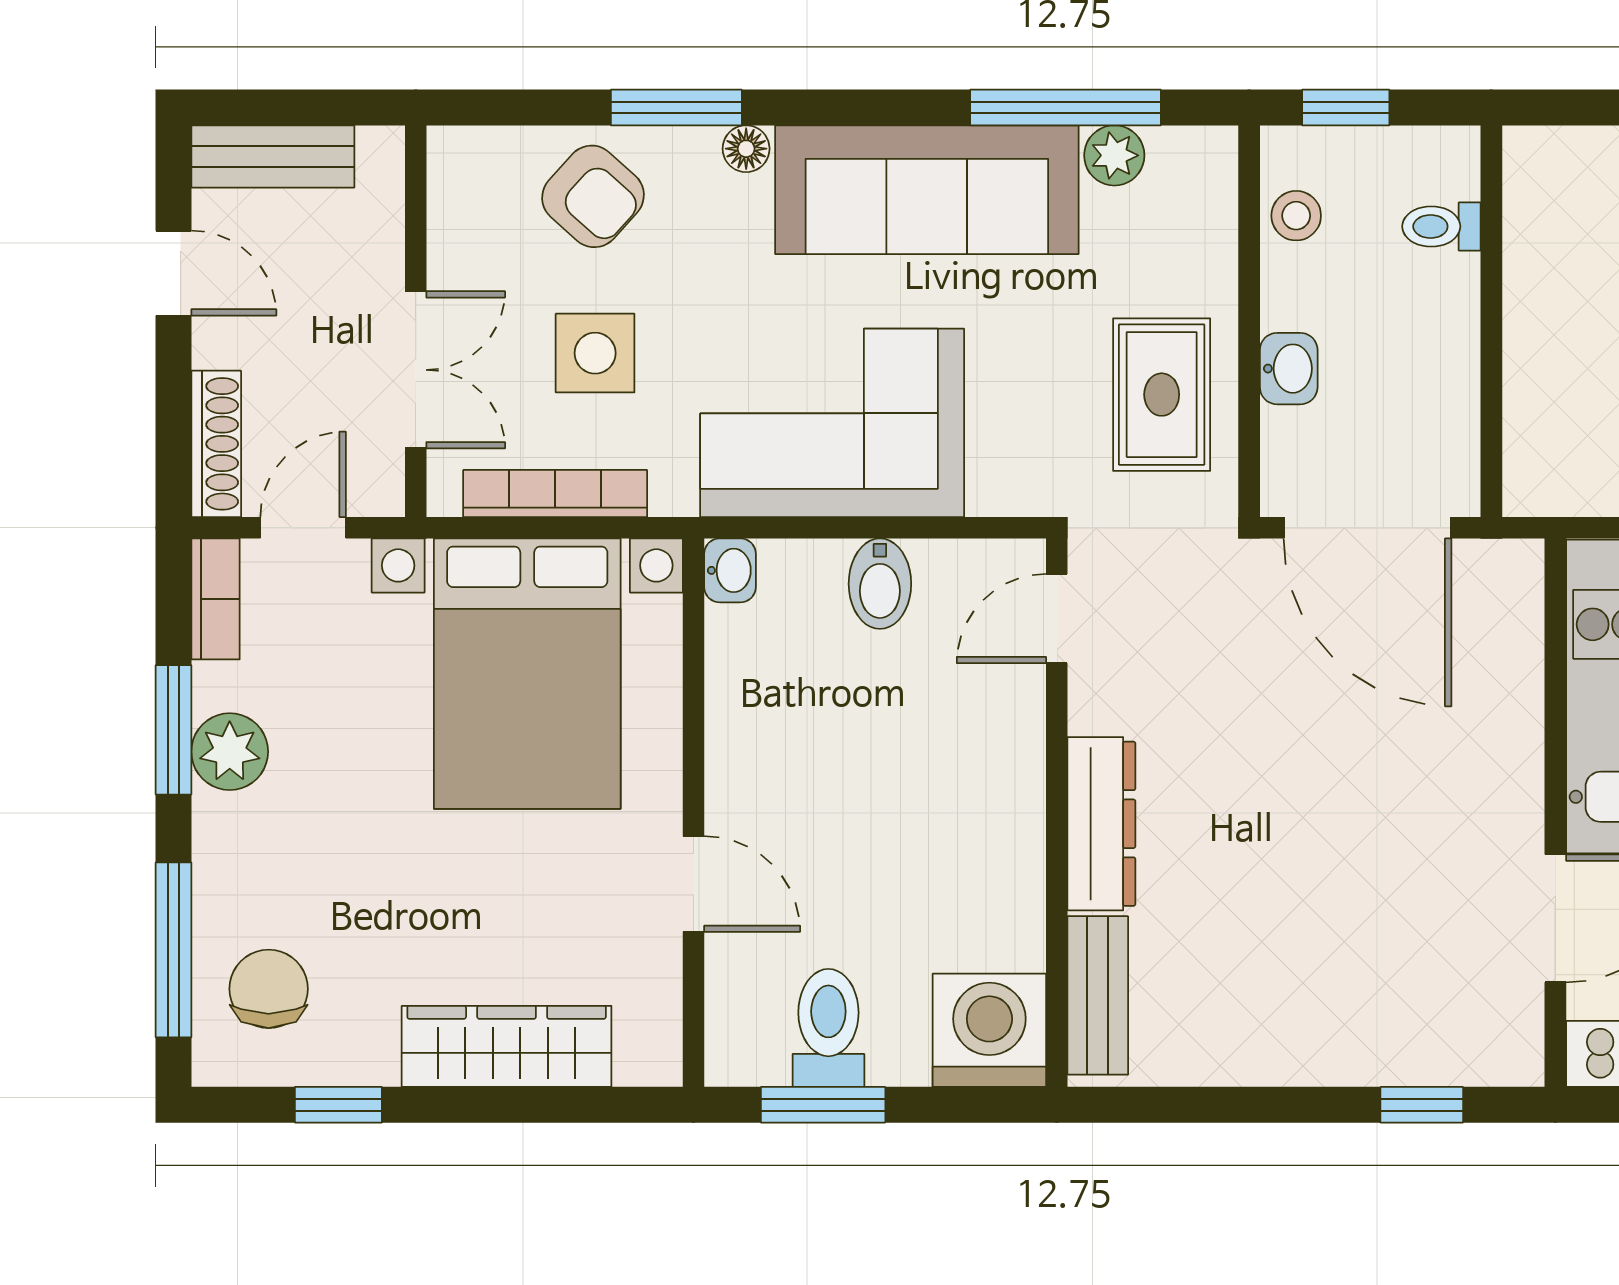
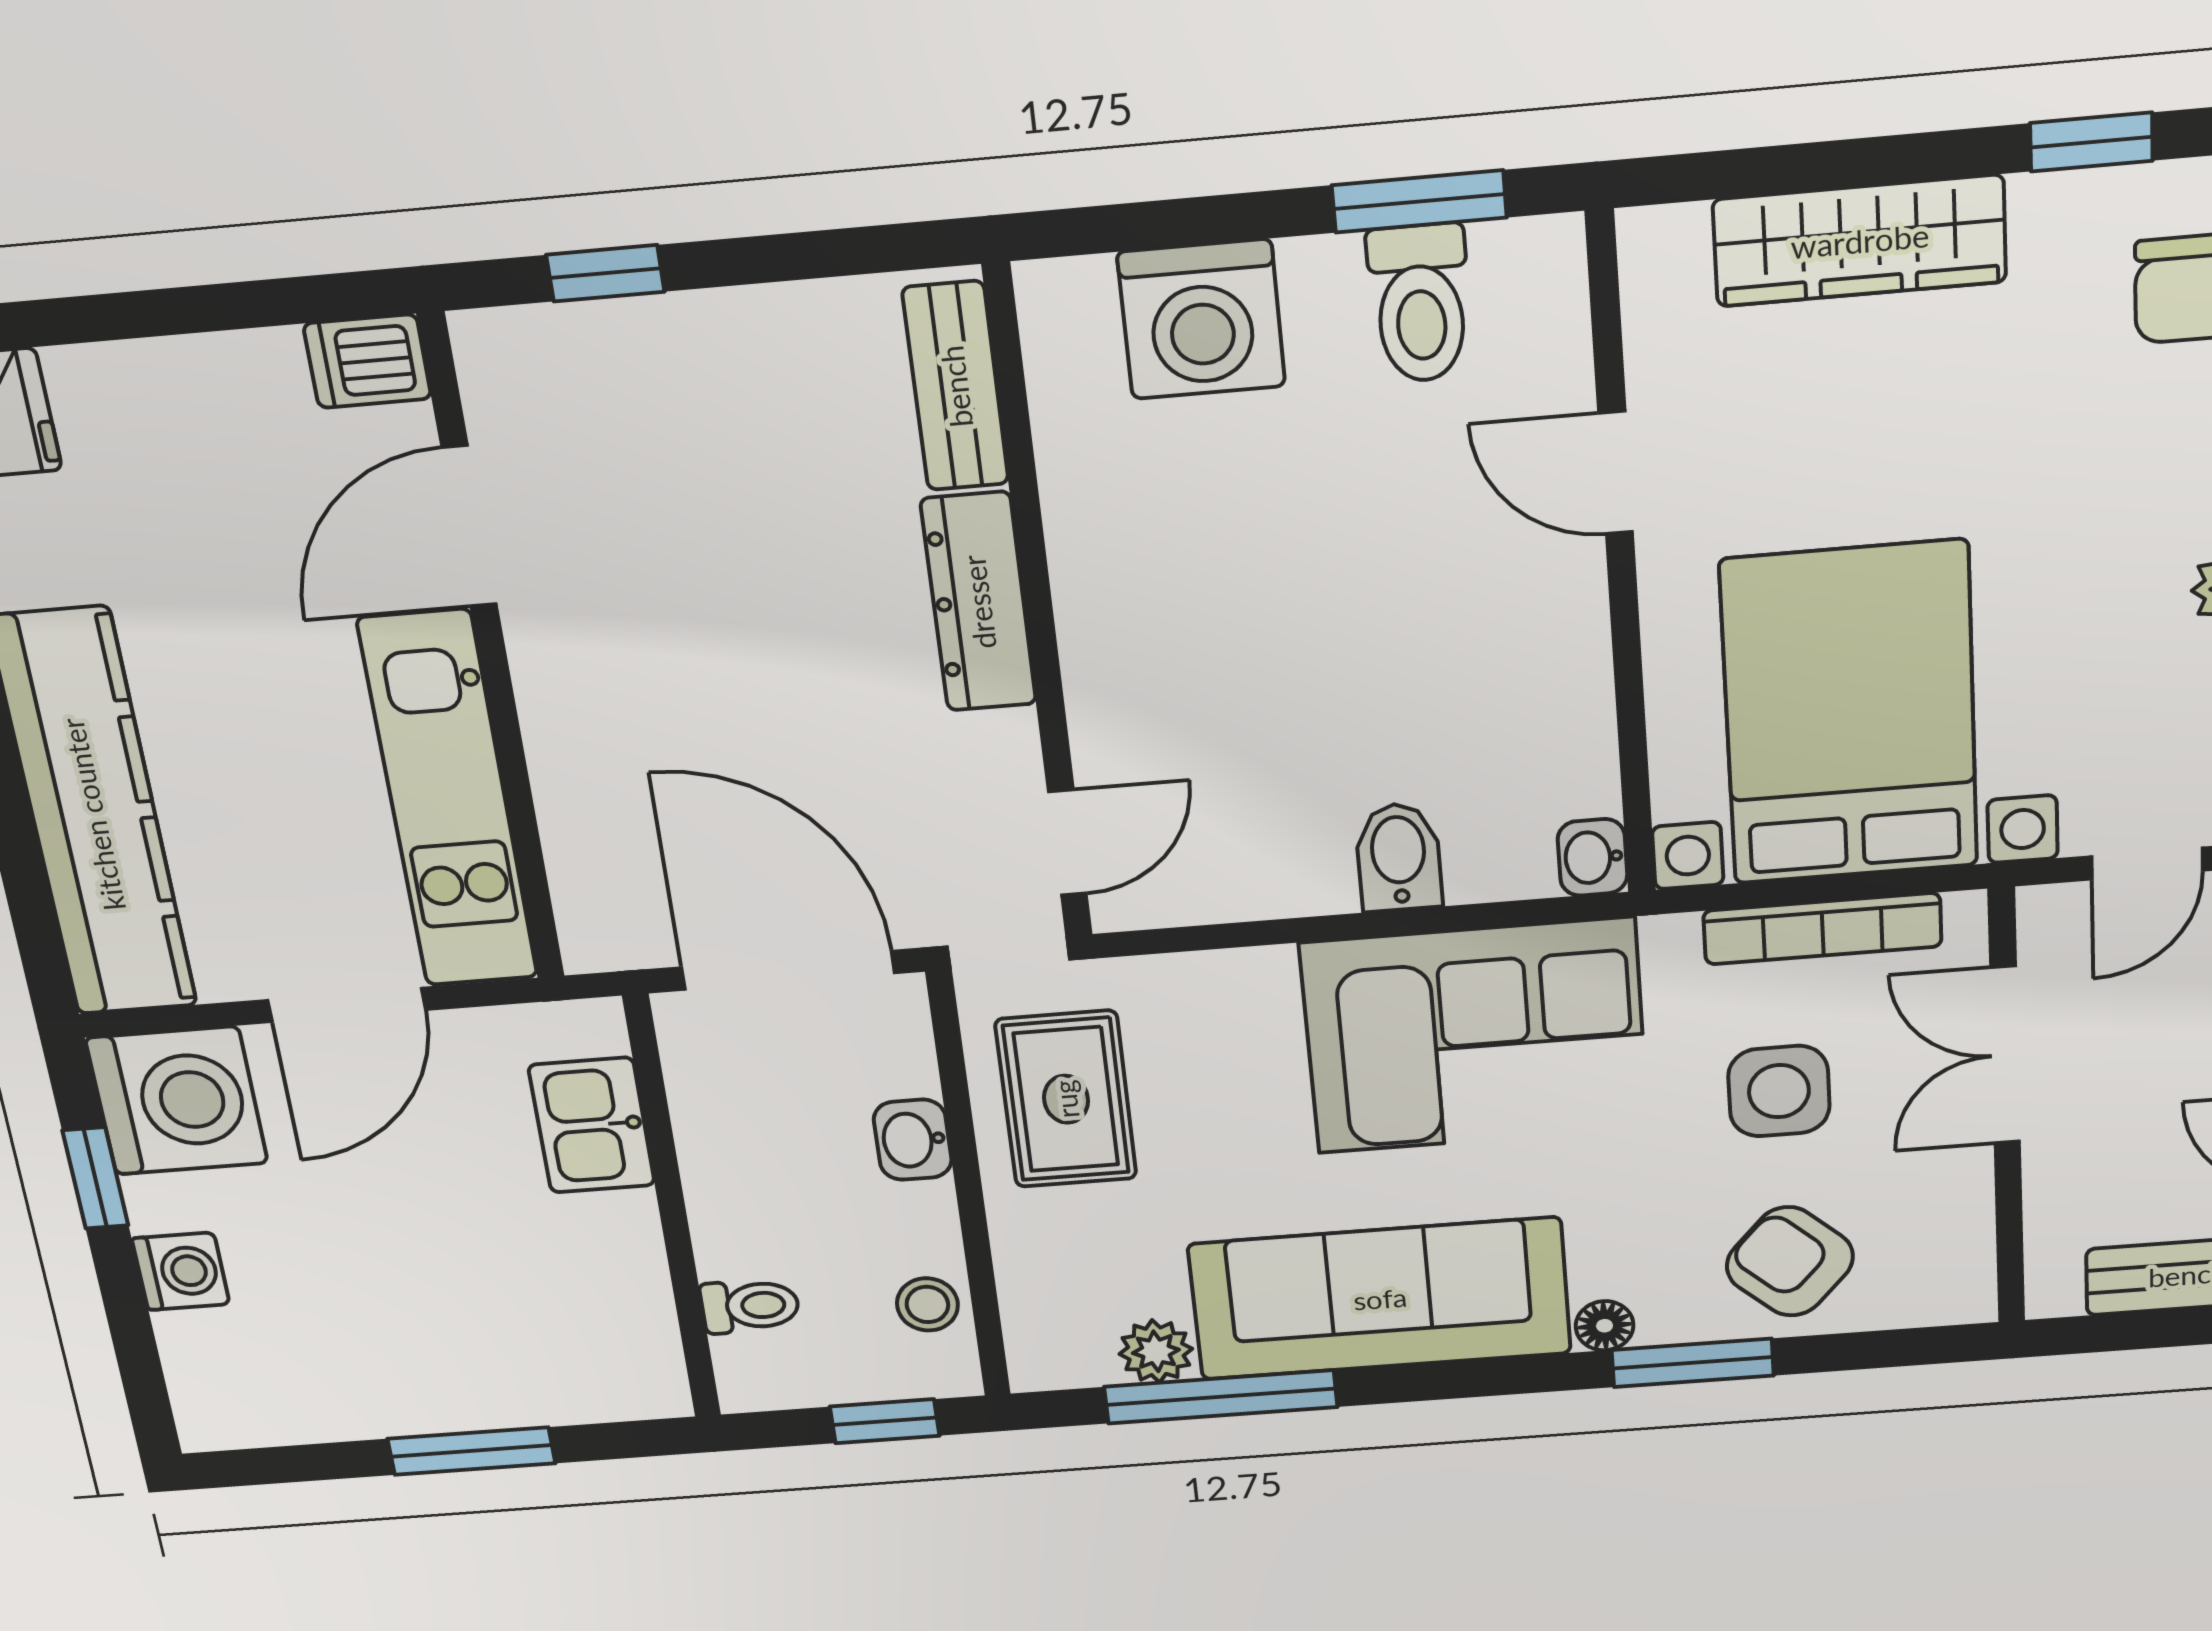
kitchen sink: (1544, 404) -> (592, 1125), added
door: (1057, 619) -> (1067, 843), moved
wall: (1057, 813) -> (1039, 611), moved
dresser: (1101, 824) -> (979, 602), moved
bench: (1098, 995) -> (956, 386), moved

